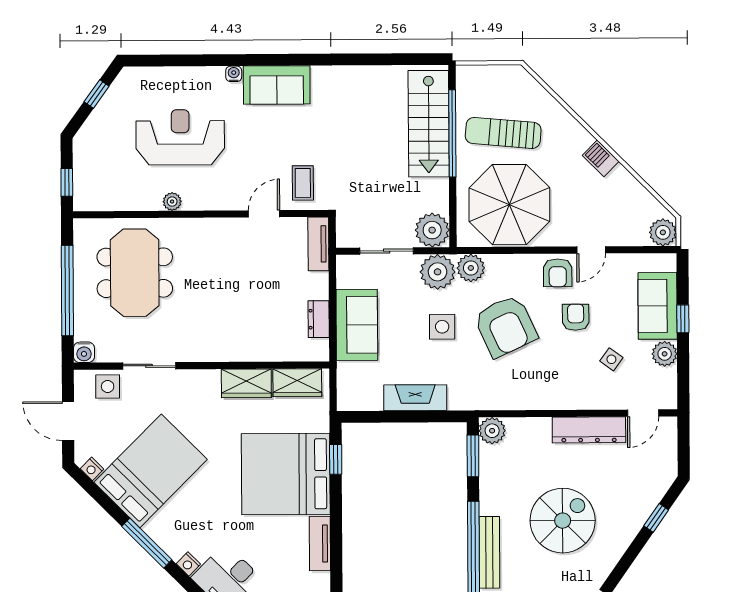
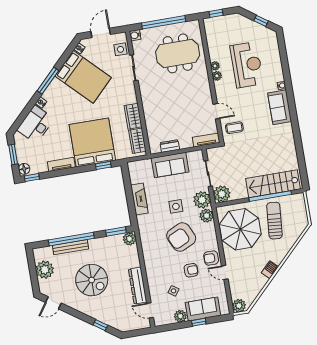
plant: (193, 201) -> (217, 76), added

